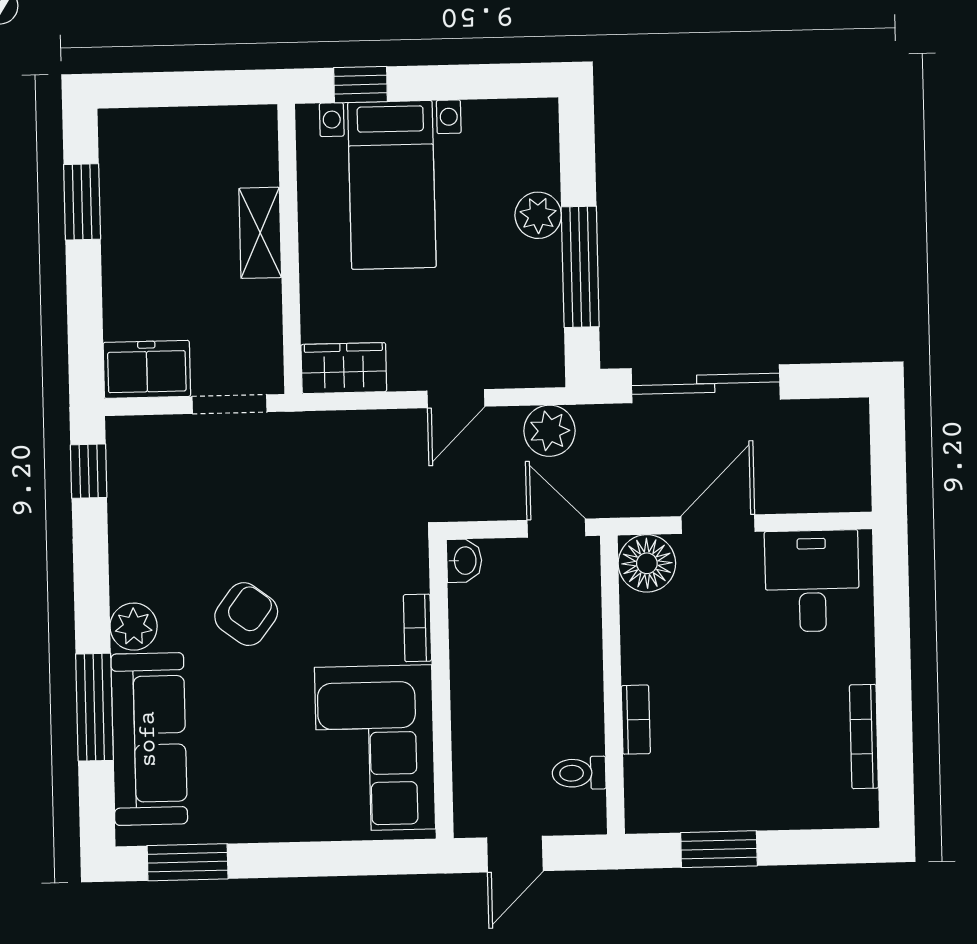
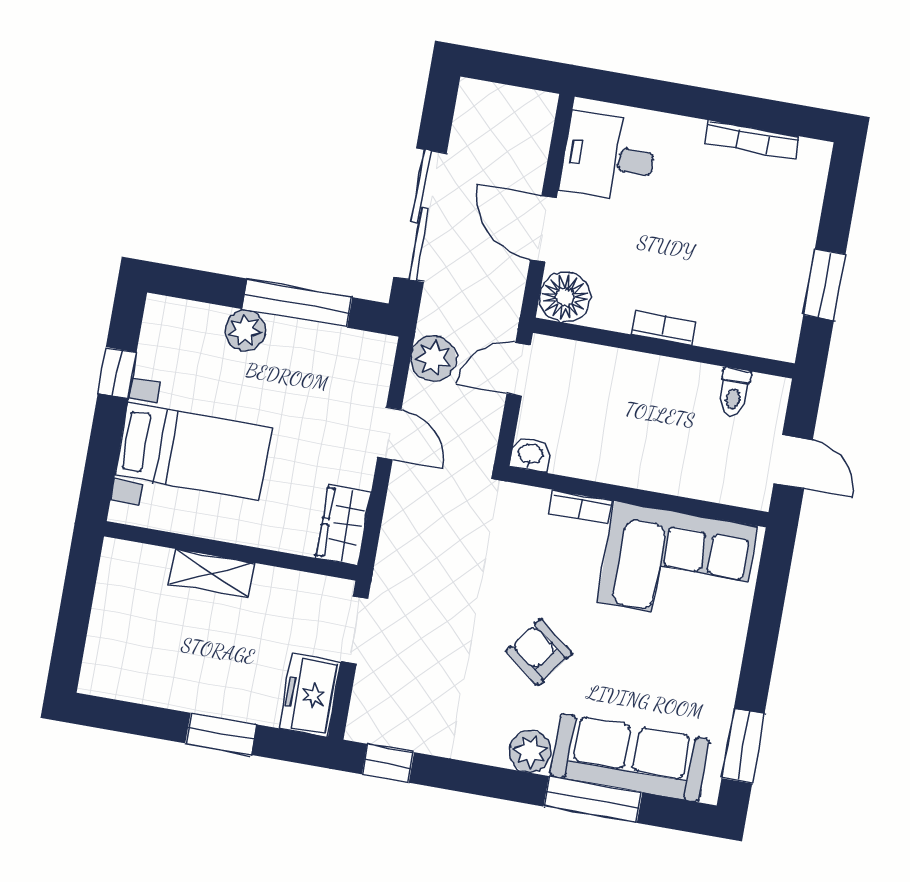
window: (361, 85) -> (117, 373), moved
window: (82, 202) -> (221, 734), moved
bookcase: (636, 720) -> (664, 328), moved

